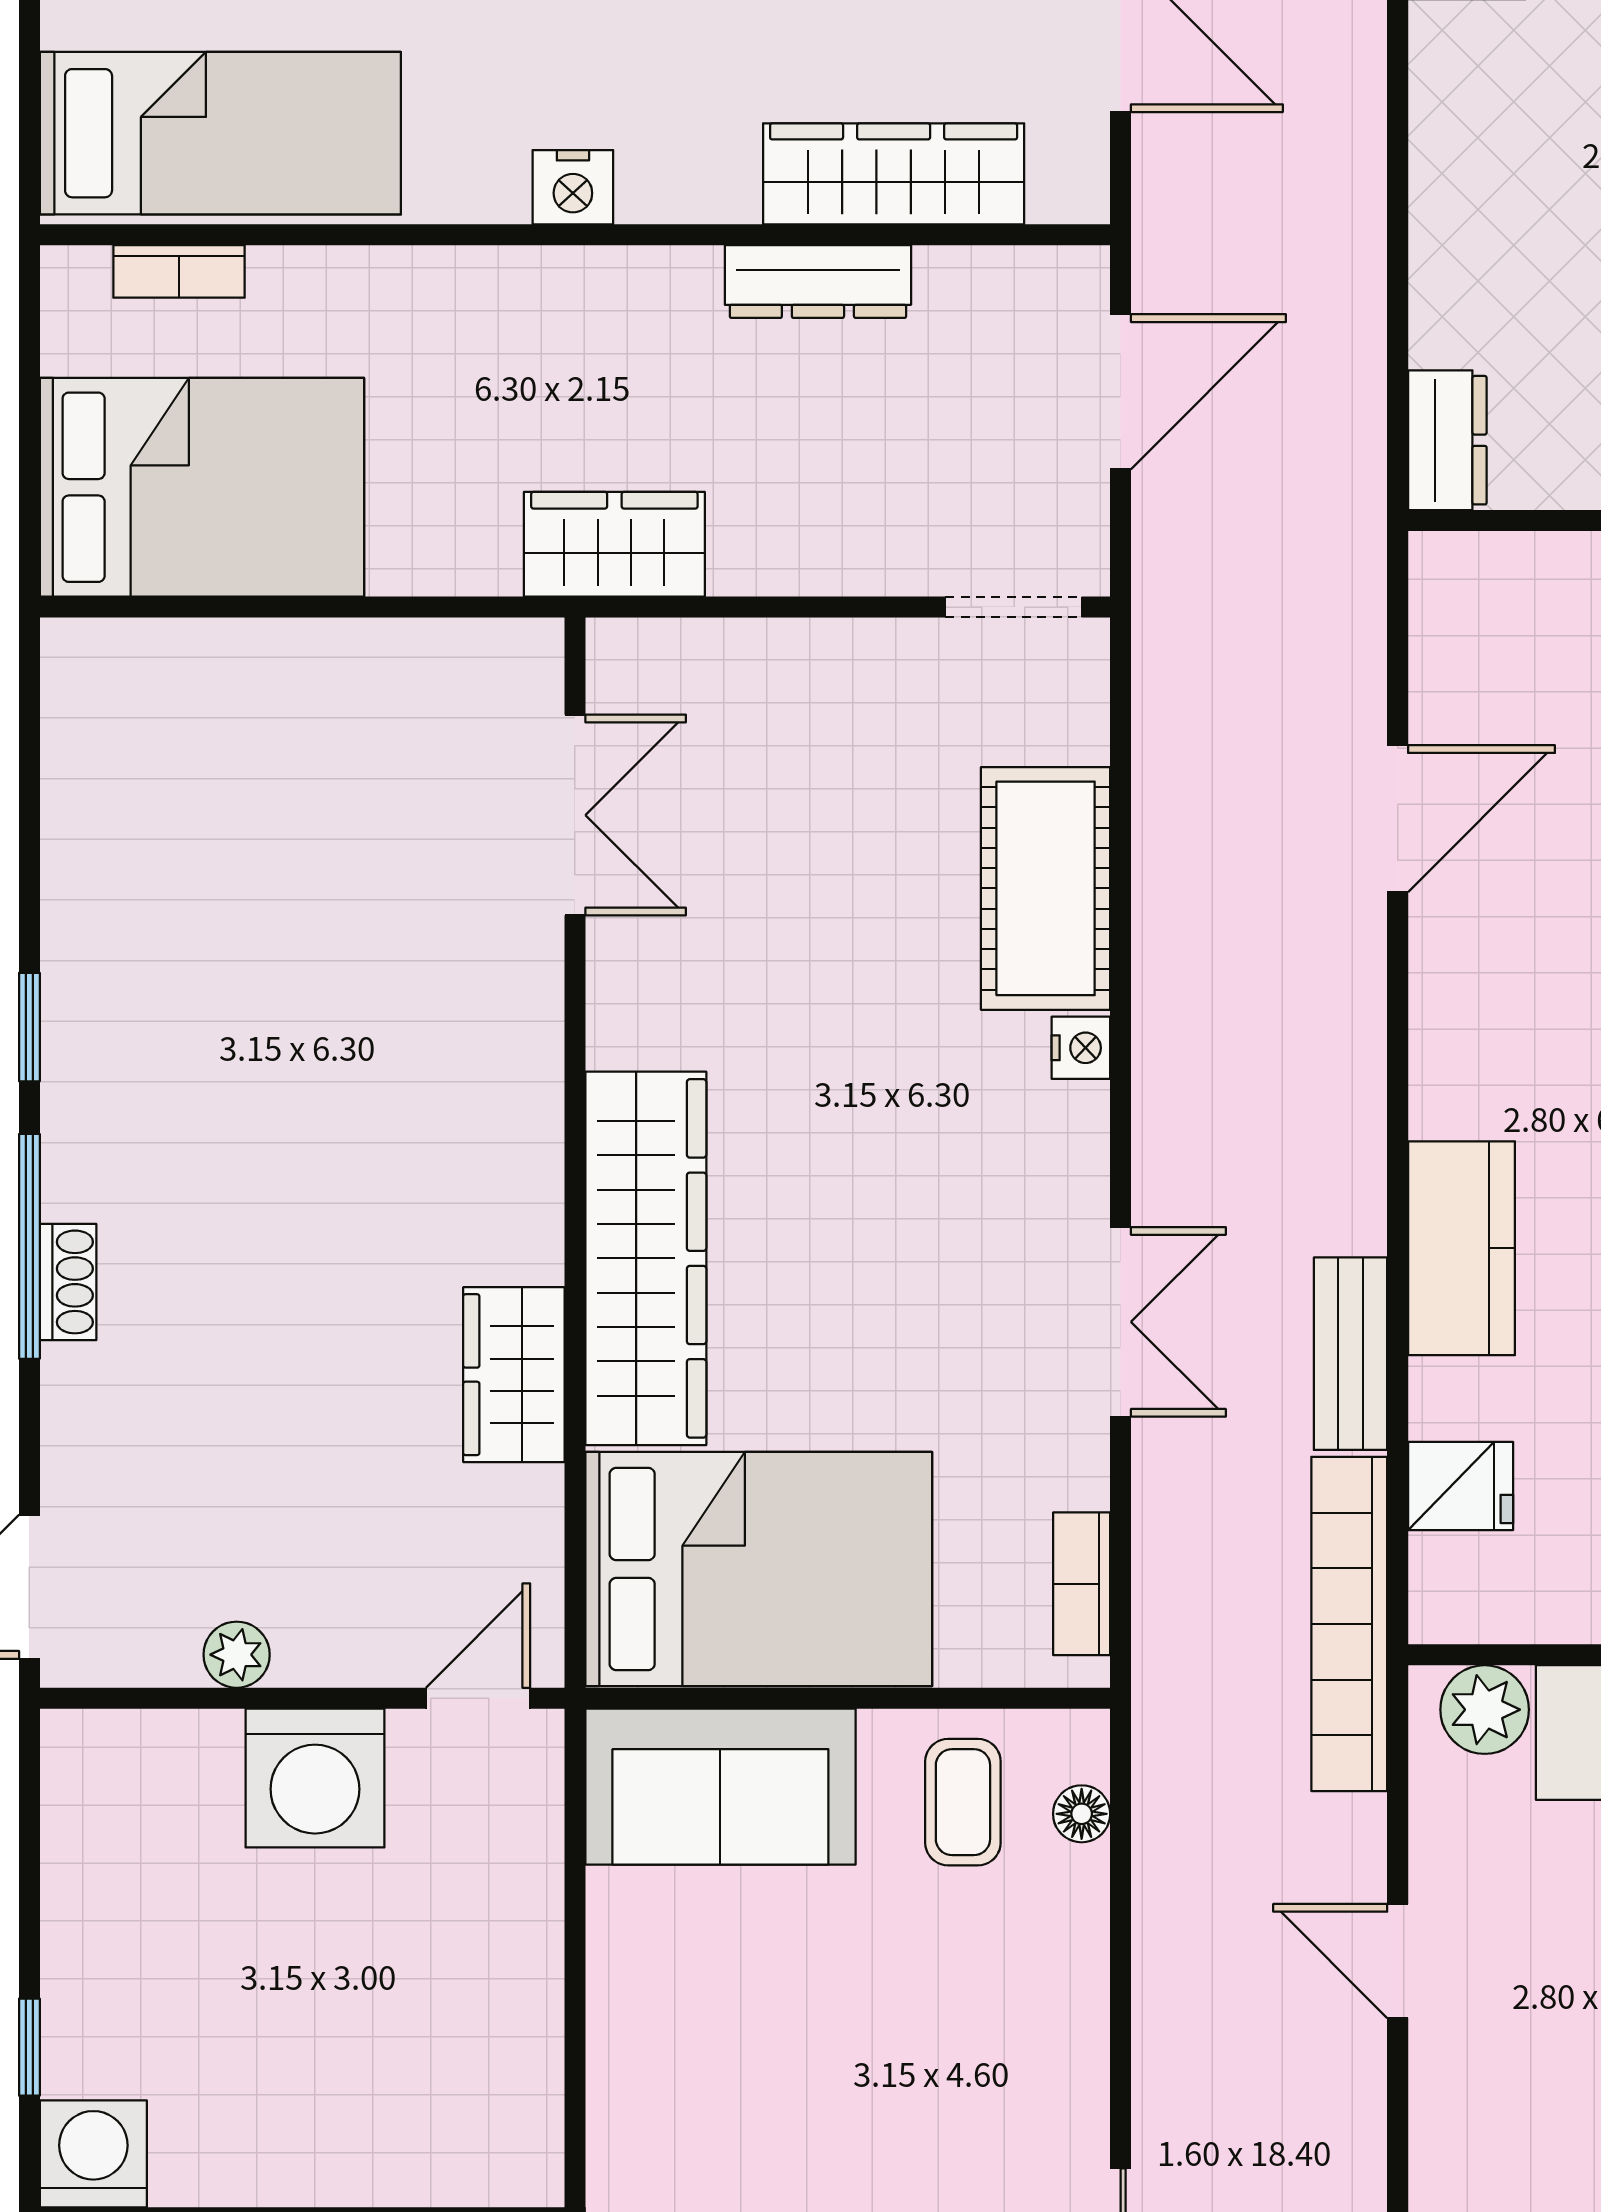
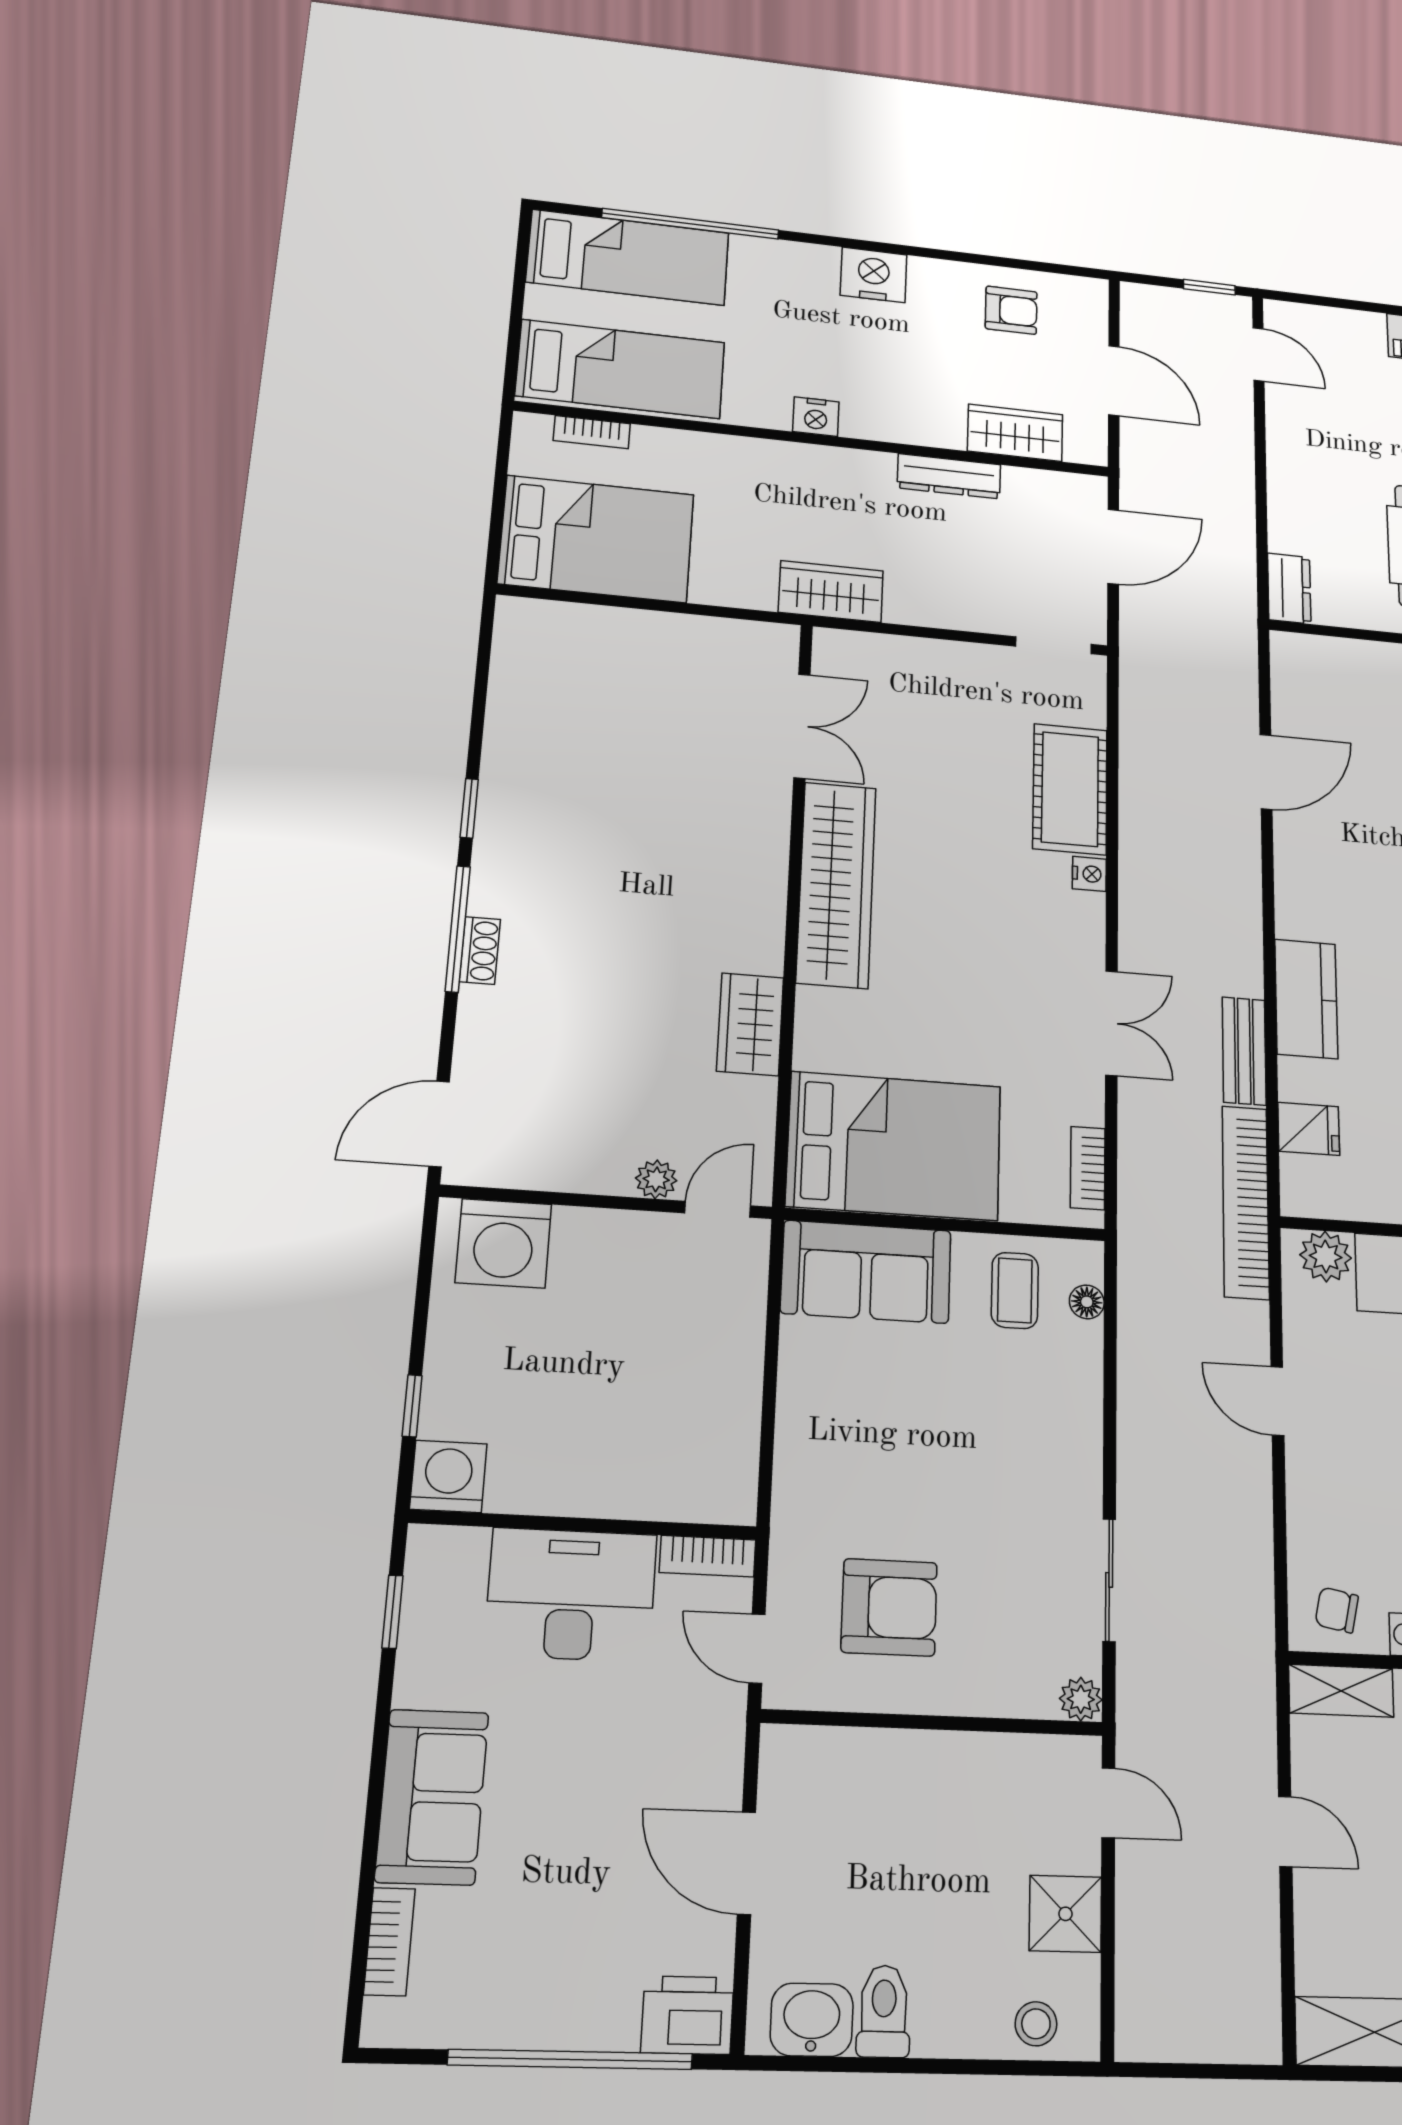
wardrobe: (894, 174) -> (1015, 433), width x0.67
wardrobe: (646, 1258) -> (836, 884), moved
plant: (237, 1655) -> (656, 1179), moved
washing machine: (315, 1778) -> (504, 1243), moved

